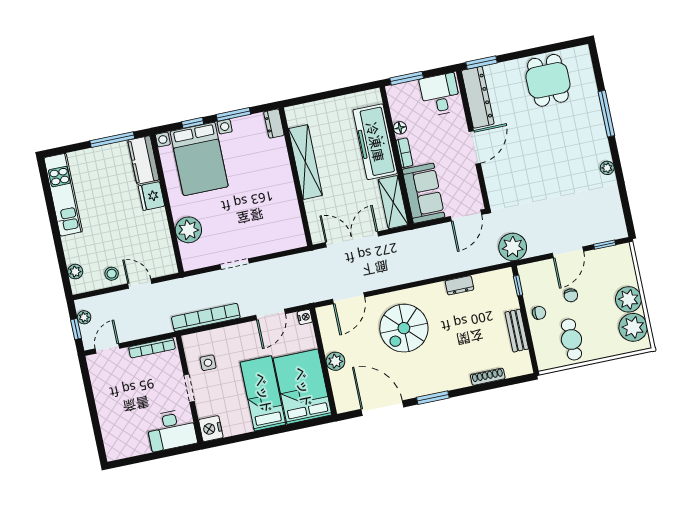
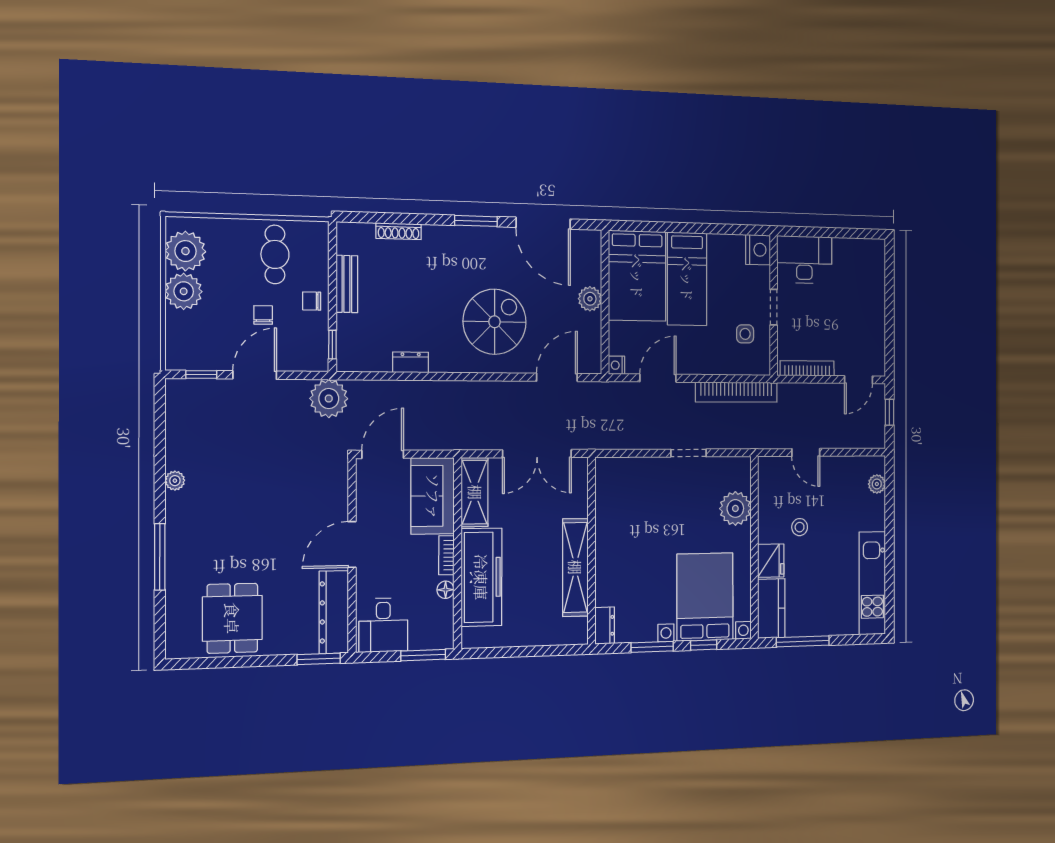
stool: (112, 274) -> (800, 527), moved
plant: (84, 317) -> (878, 425), removed

